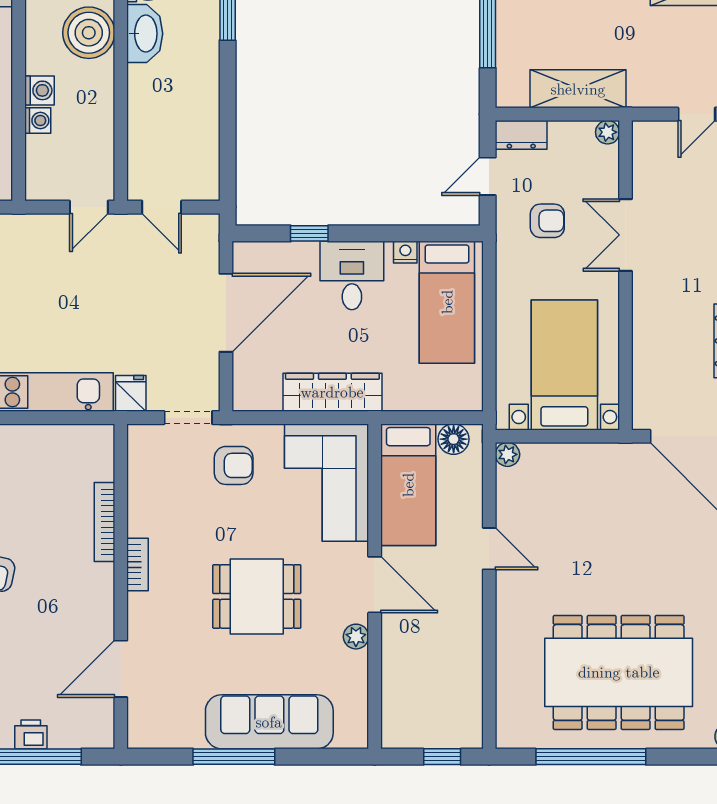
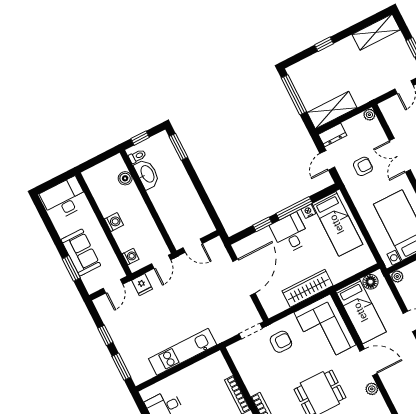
boiler: (89, 33) -> (125, 178), width x0.54, depth x0.54
shelving: (578, 89) -> (332, 110), moved
washing machine: (38, 121) -> (131, 257), moved
window: (383, 233) -> (294, 208), added
fridge: (131, 393) -> (142, 285), moved, turned 180

